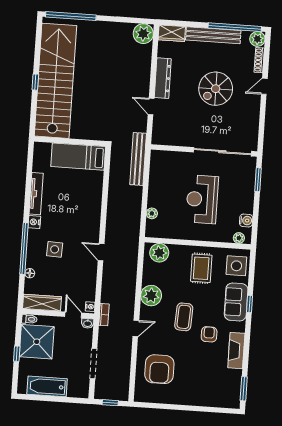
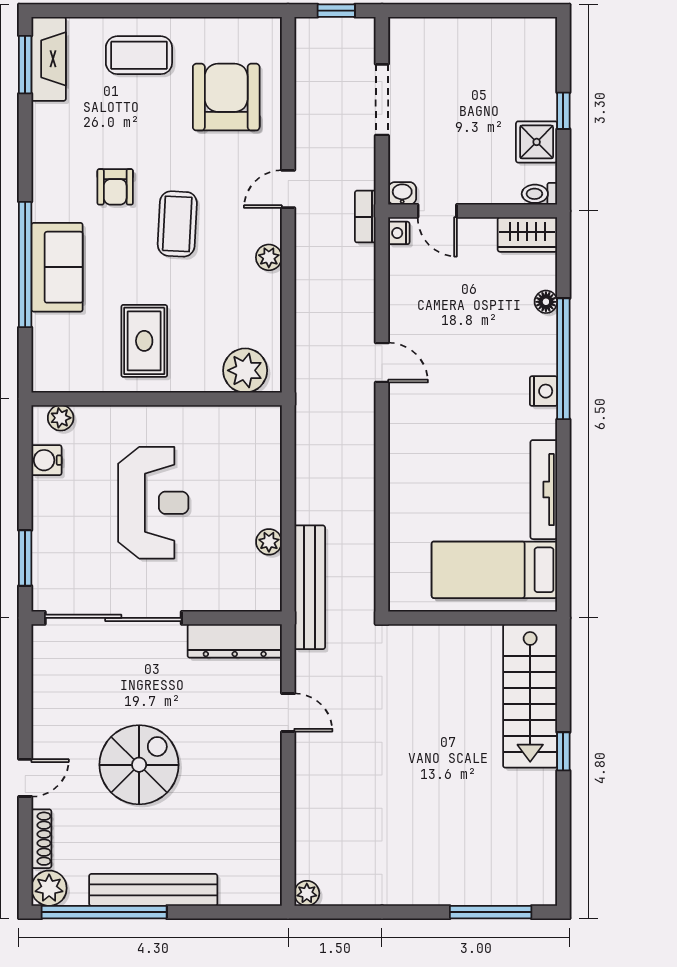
window: (71, 16) -> (491, 912), width x0.68
wardrobe: (172, 33) -> (251, 888), removed
plant: (143, 34) -> (307, 893), width x0.53, depth x0.53
dresser: (163, 78) -> (235, 641), moved, turned -90
stairs: (55, 81) -> (530, 696), width x0.54, depth x0.66
bed: (78, 157) -> (494, 570), moved, turned 180
plant: (152, 213) -> (269, 542), moved
nightstand: (34, 222) -> (544, 391), moved
side table: (55, 249) -> (491, 362), removed
side table: (236, 266) -> (62, 352), removed
plant: (151, 296) -> (269, 257), width x0.53, depth x0.53
wardrobe: (42, 303) -> (527, 234), width x0.67
window: (250, 304) -> (25, 265), width x3.17
shower: (37, 342) -> (537, 142), width x0.54, depth x0.54
fireplace: (236, 351) -> (49, 59), moved
bathtub: (47, 386) -> (487, 39), removed
coffee table: (195, 389) -> (139, 55), added

